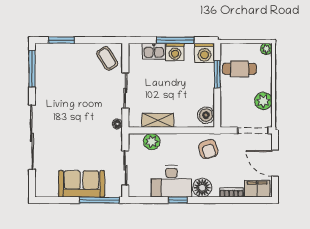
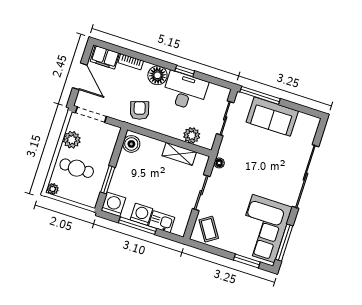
cafe table: (239, 69) -> (77, 168), moved
corner sofa: (56, 76) -> (263, 229), added

